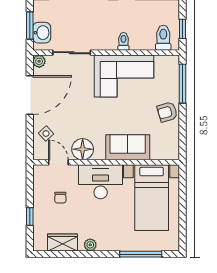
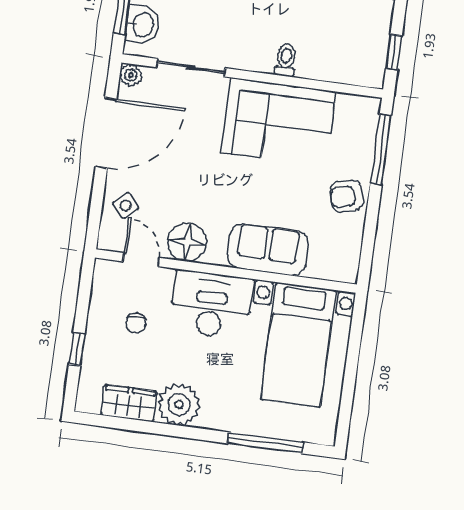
toilet: (163, 38) -> (357, 63), removed
plant: (90, 245) -> (179, 405), width x1.88, depth x1.88

